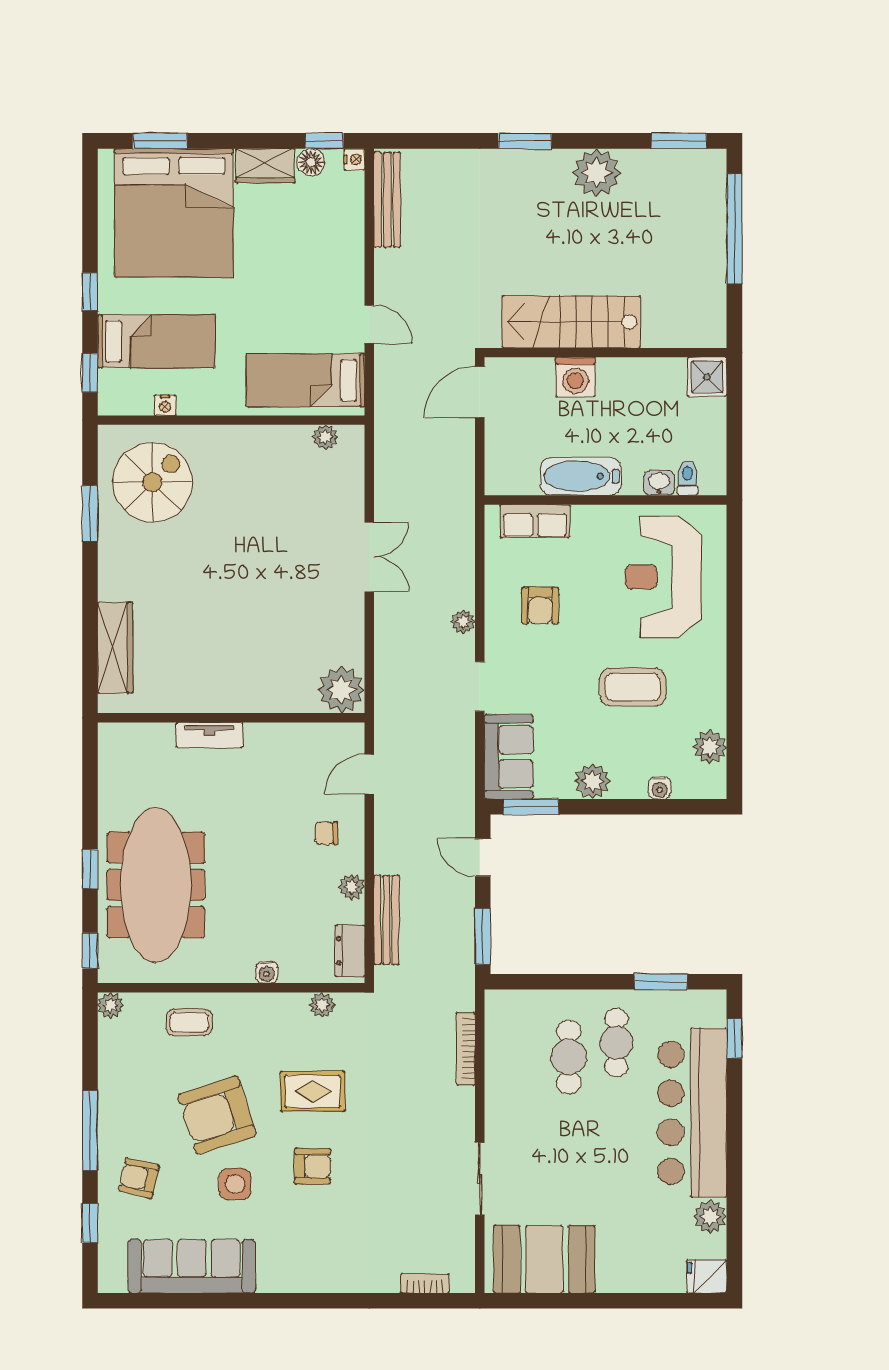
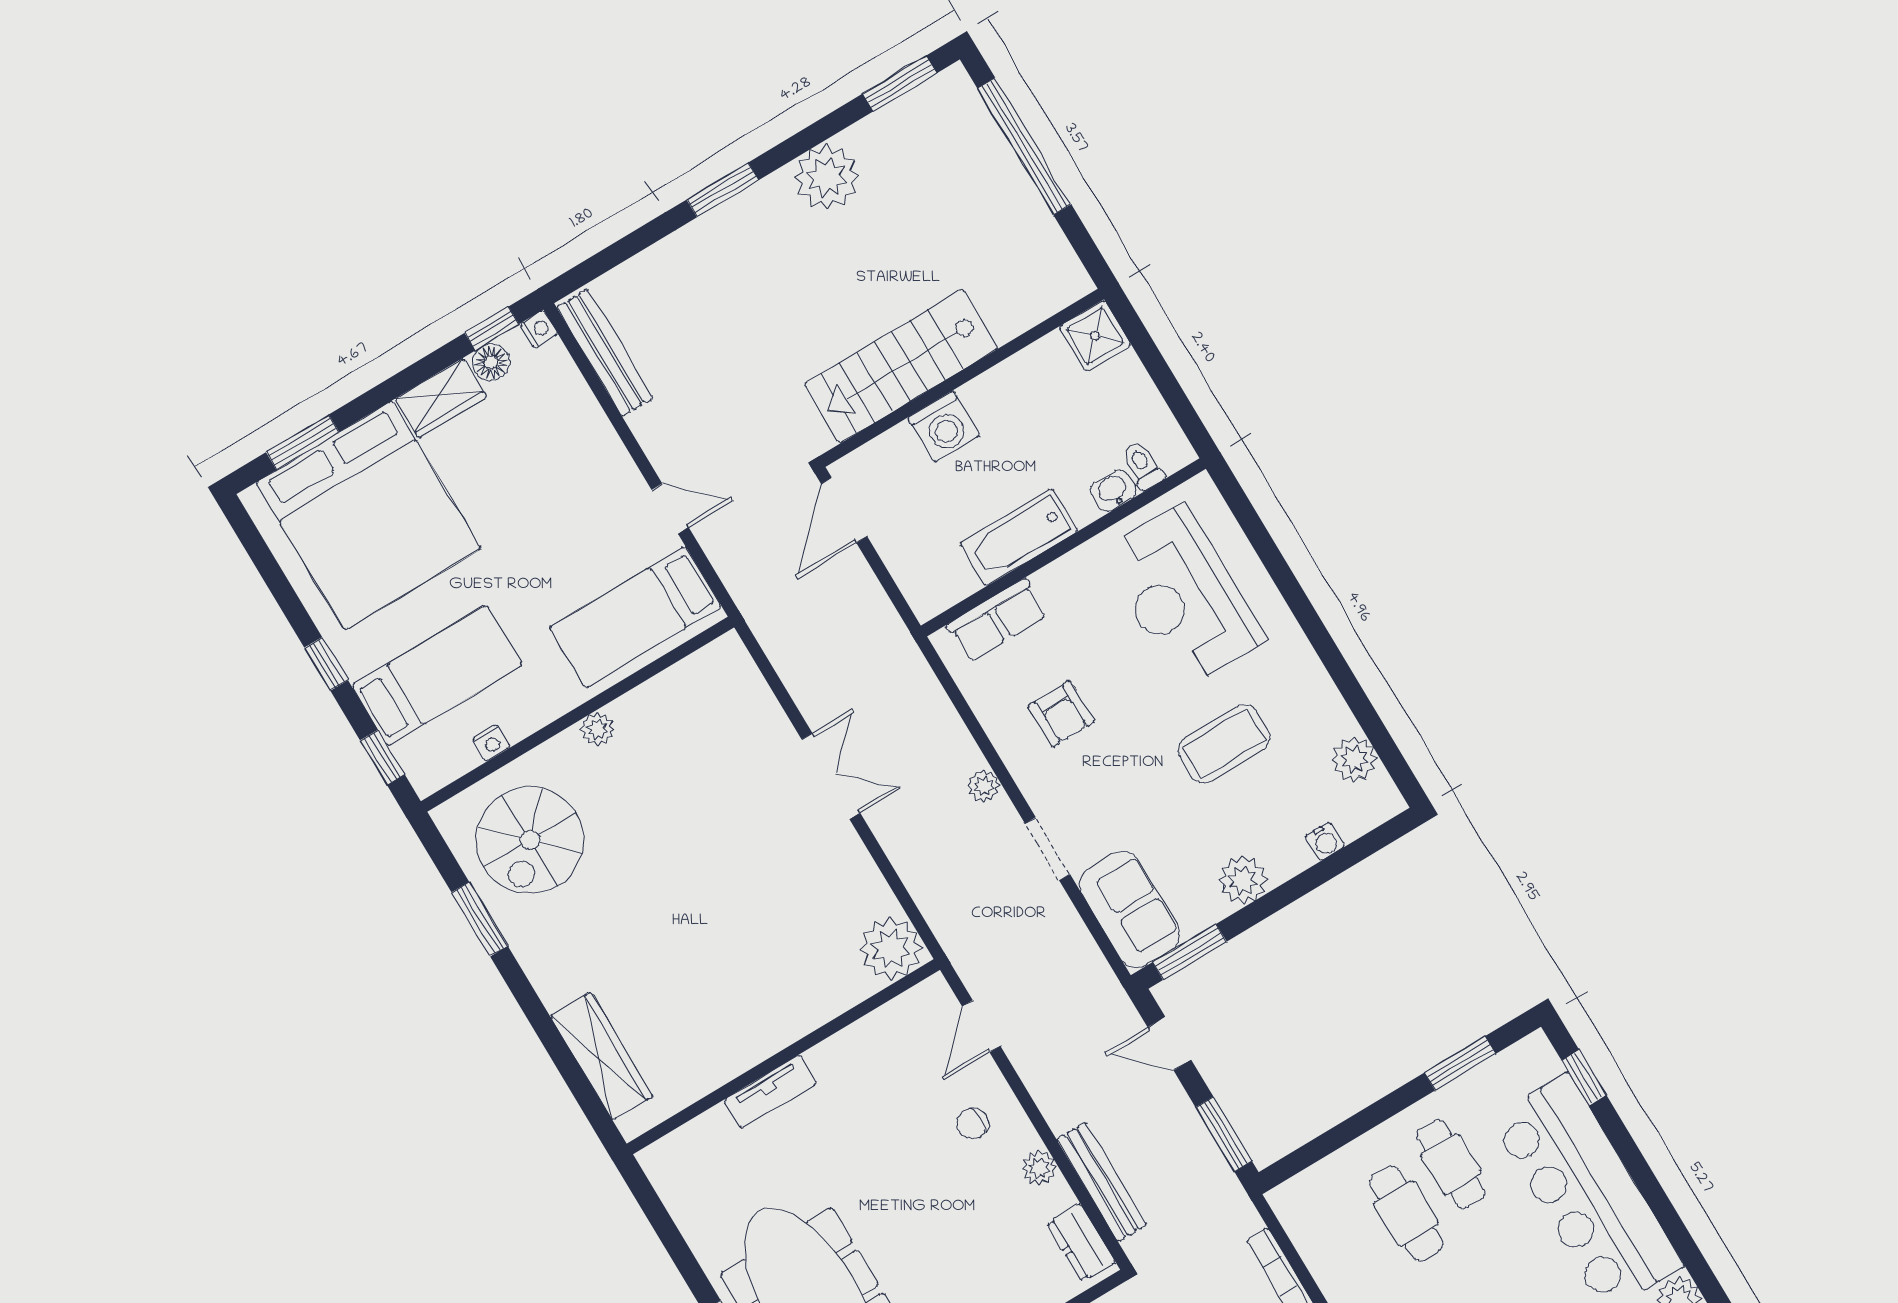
plant: (325, 437) -> (597, 729), moved
spiral stairs: (152, 482) -> (530, 840), turned 180

